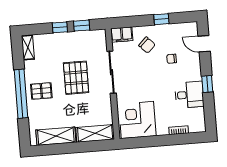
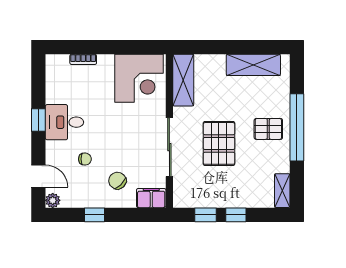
plant: (192, 27) -> (53, 200), added
desk: (189, 95) -> (64, 122), moved
shelving: (95, 133) -> (183, 80), moved, turned 90

